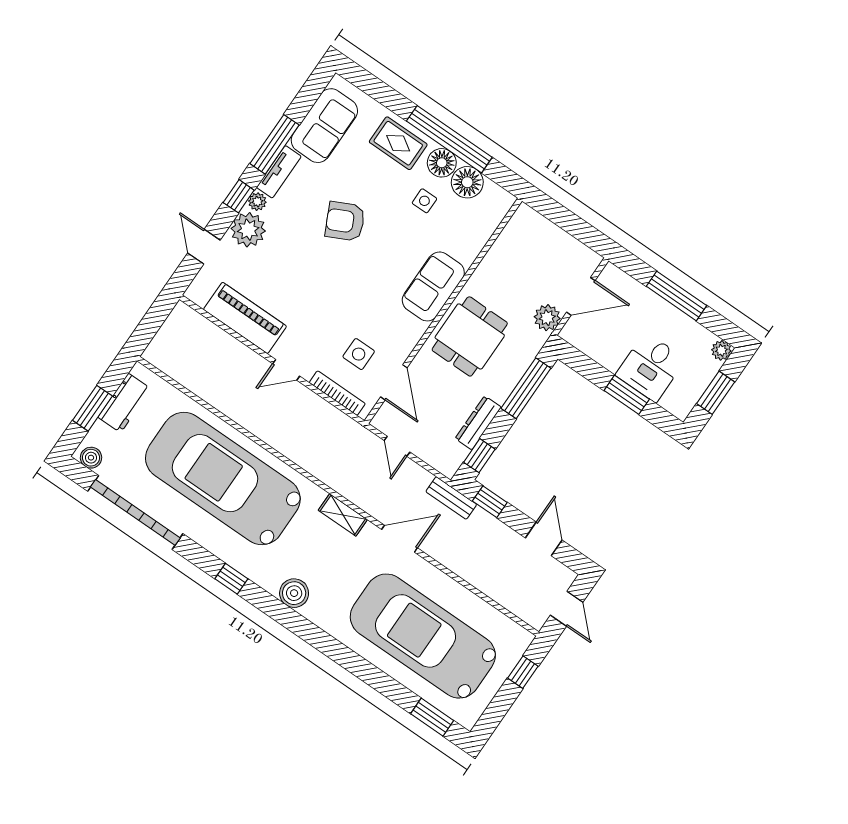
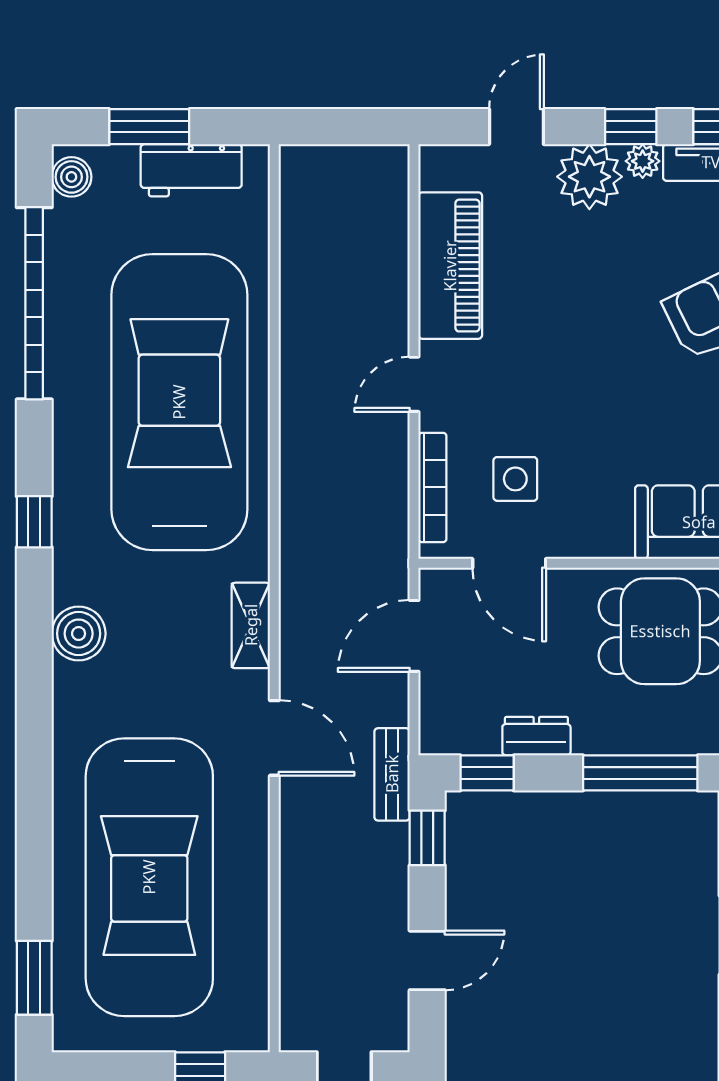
door: (286, 370) -> (414, 384), hinge flipped
door: (394, 382) -> (509, 563), hinge flipped
dresser: (478, 423) -> (536, 736), width x0.70
door: (397, 446) -> (414, 636), width x1.38
car: (423, 636) -> (149, 877), turned 180

